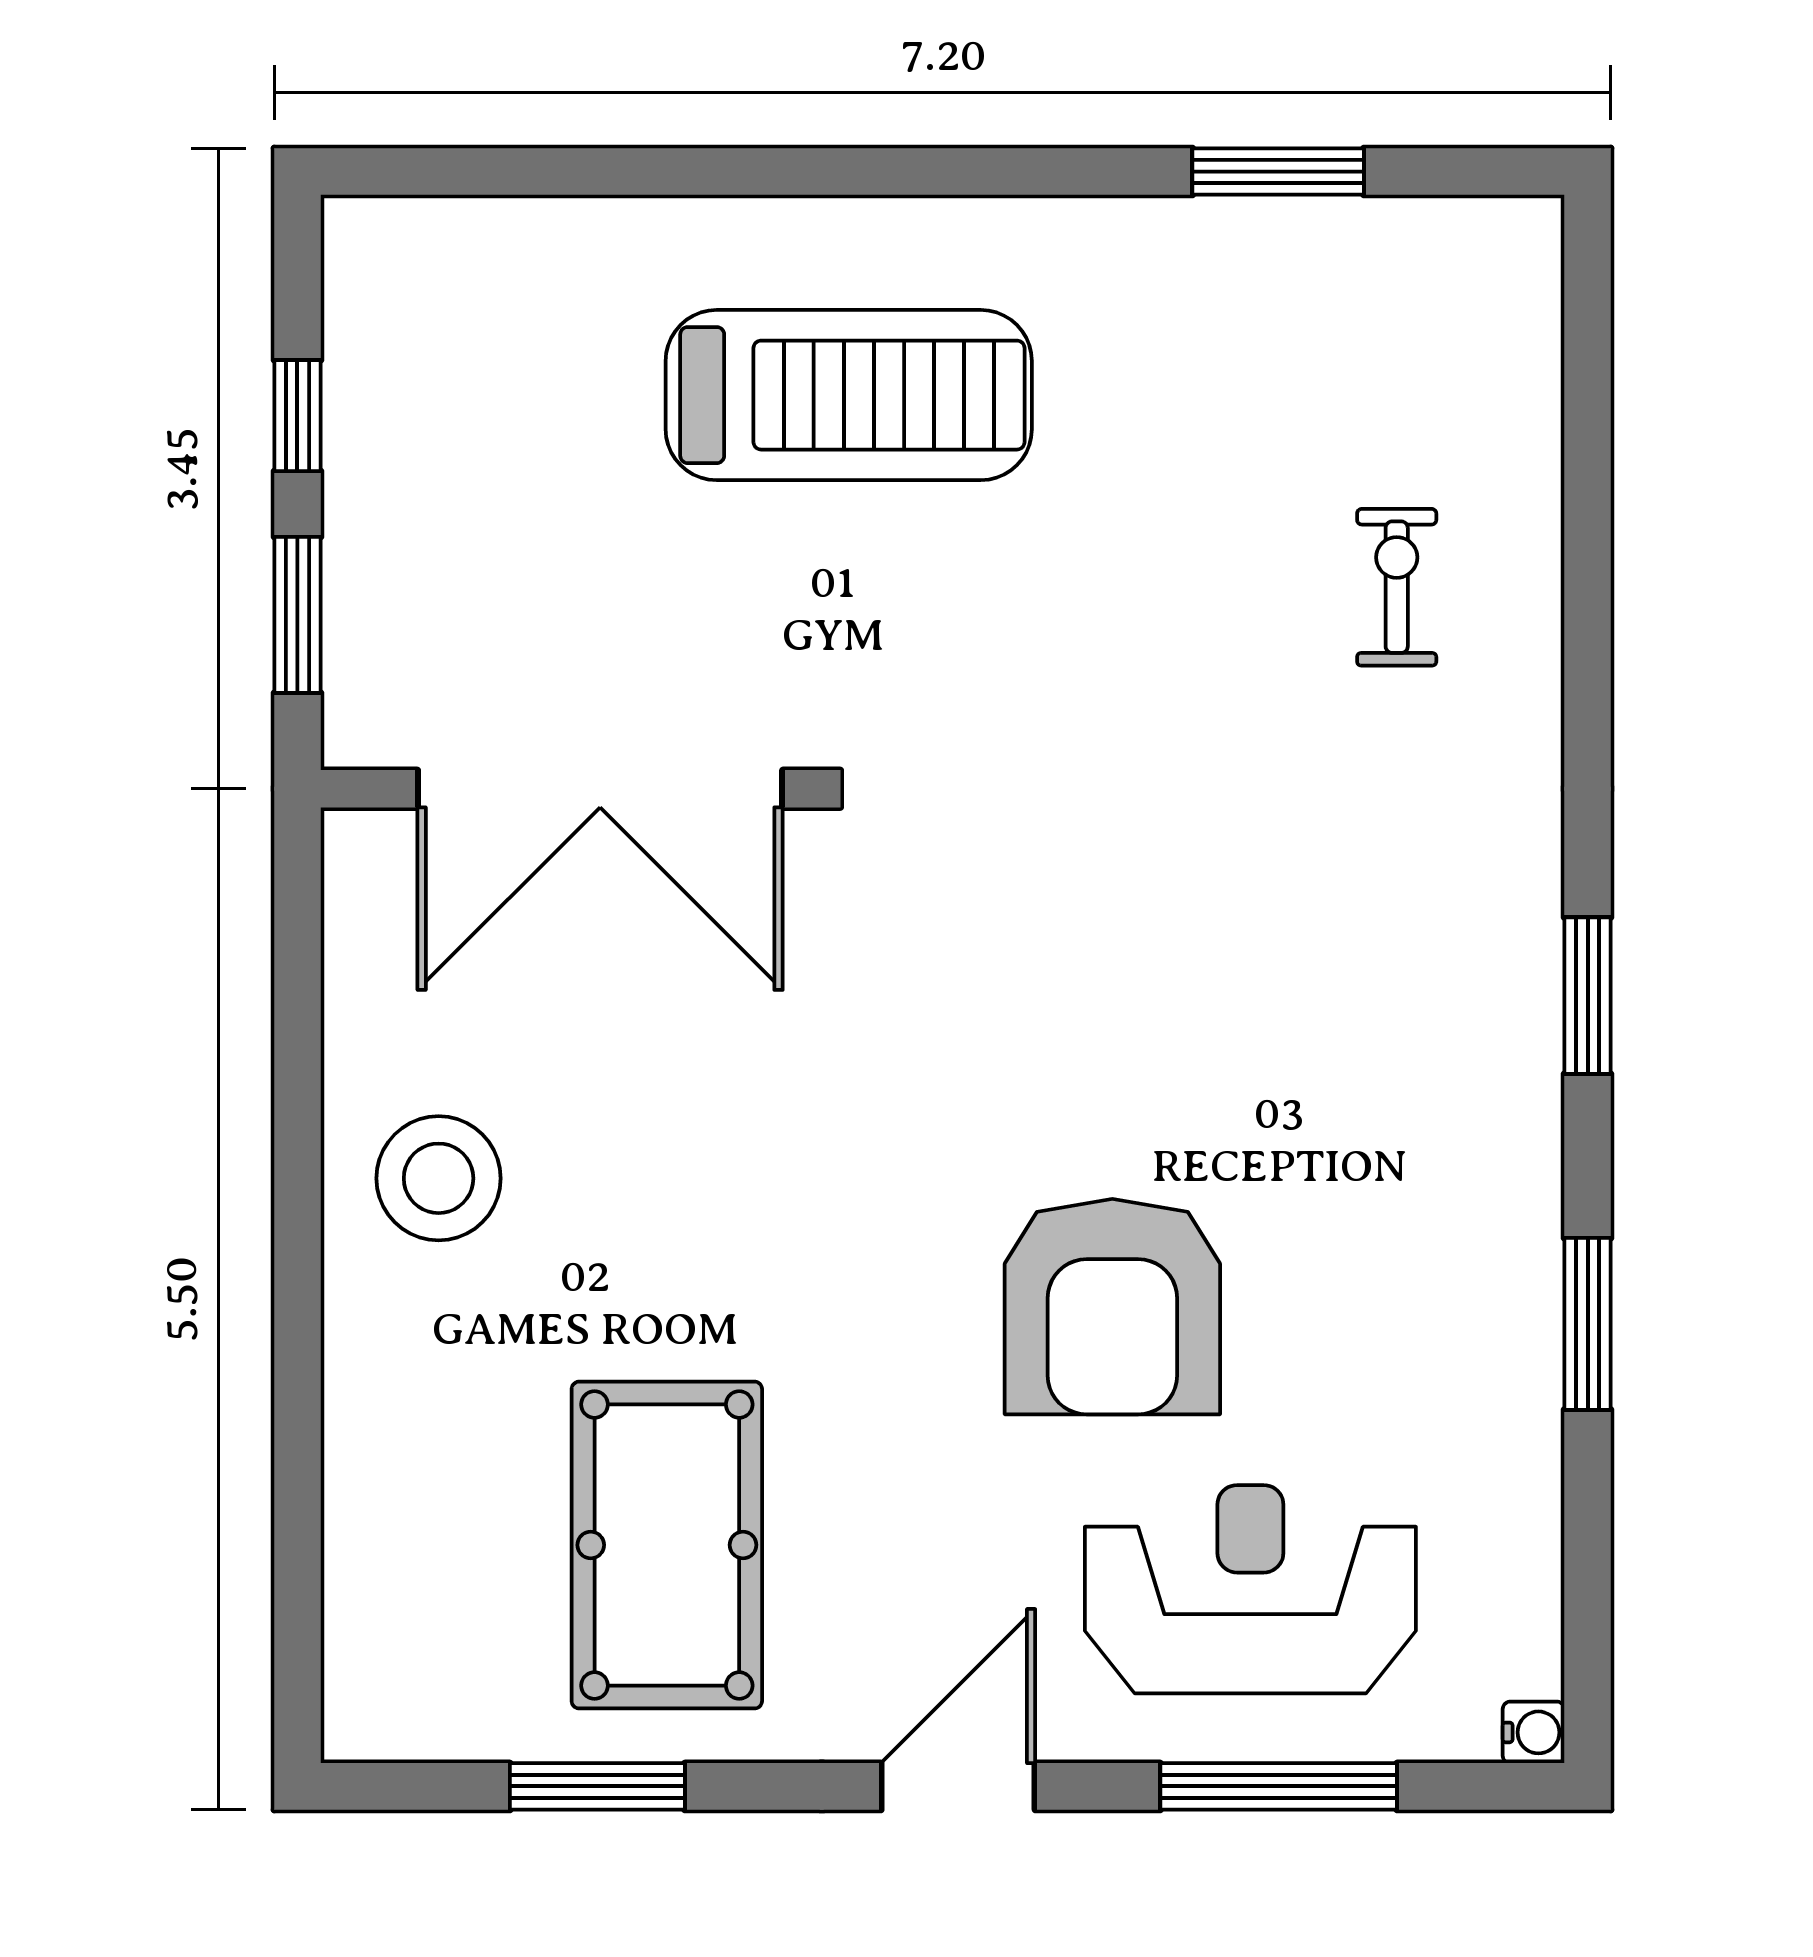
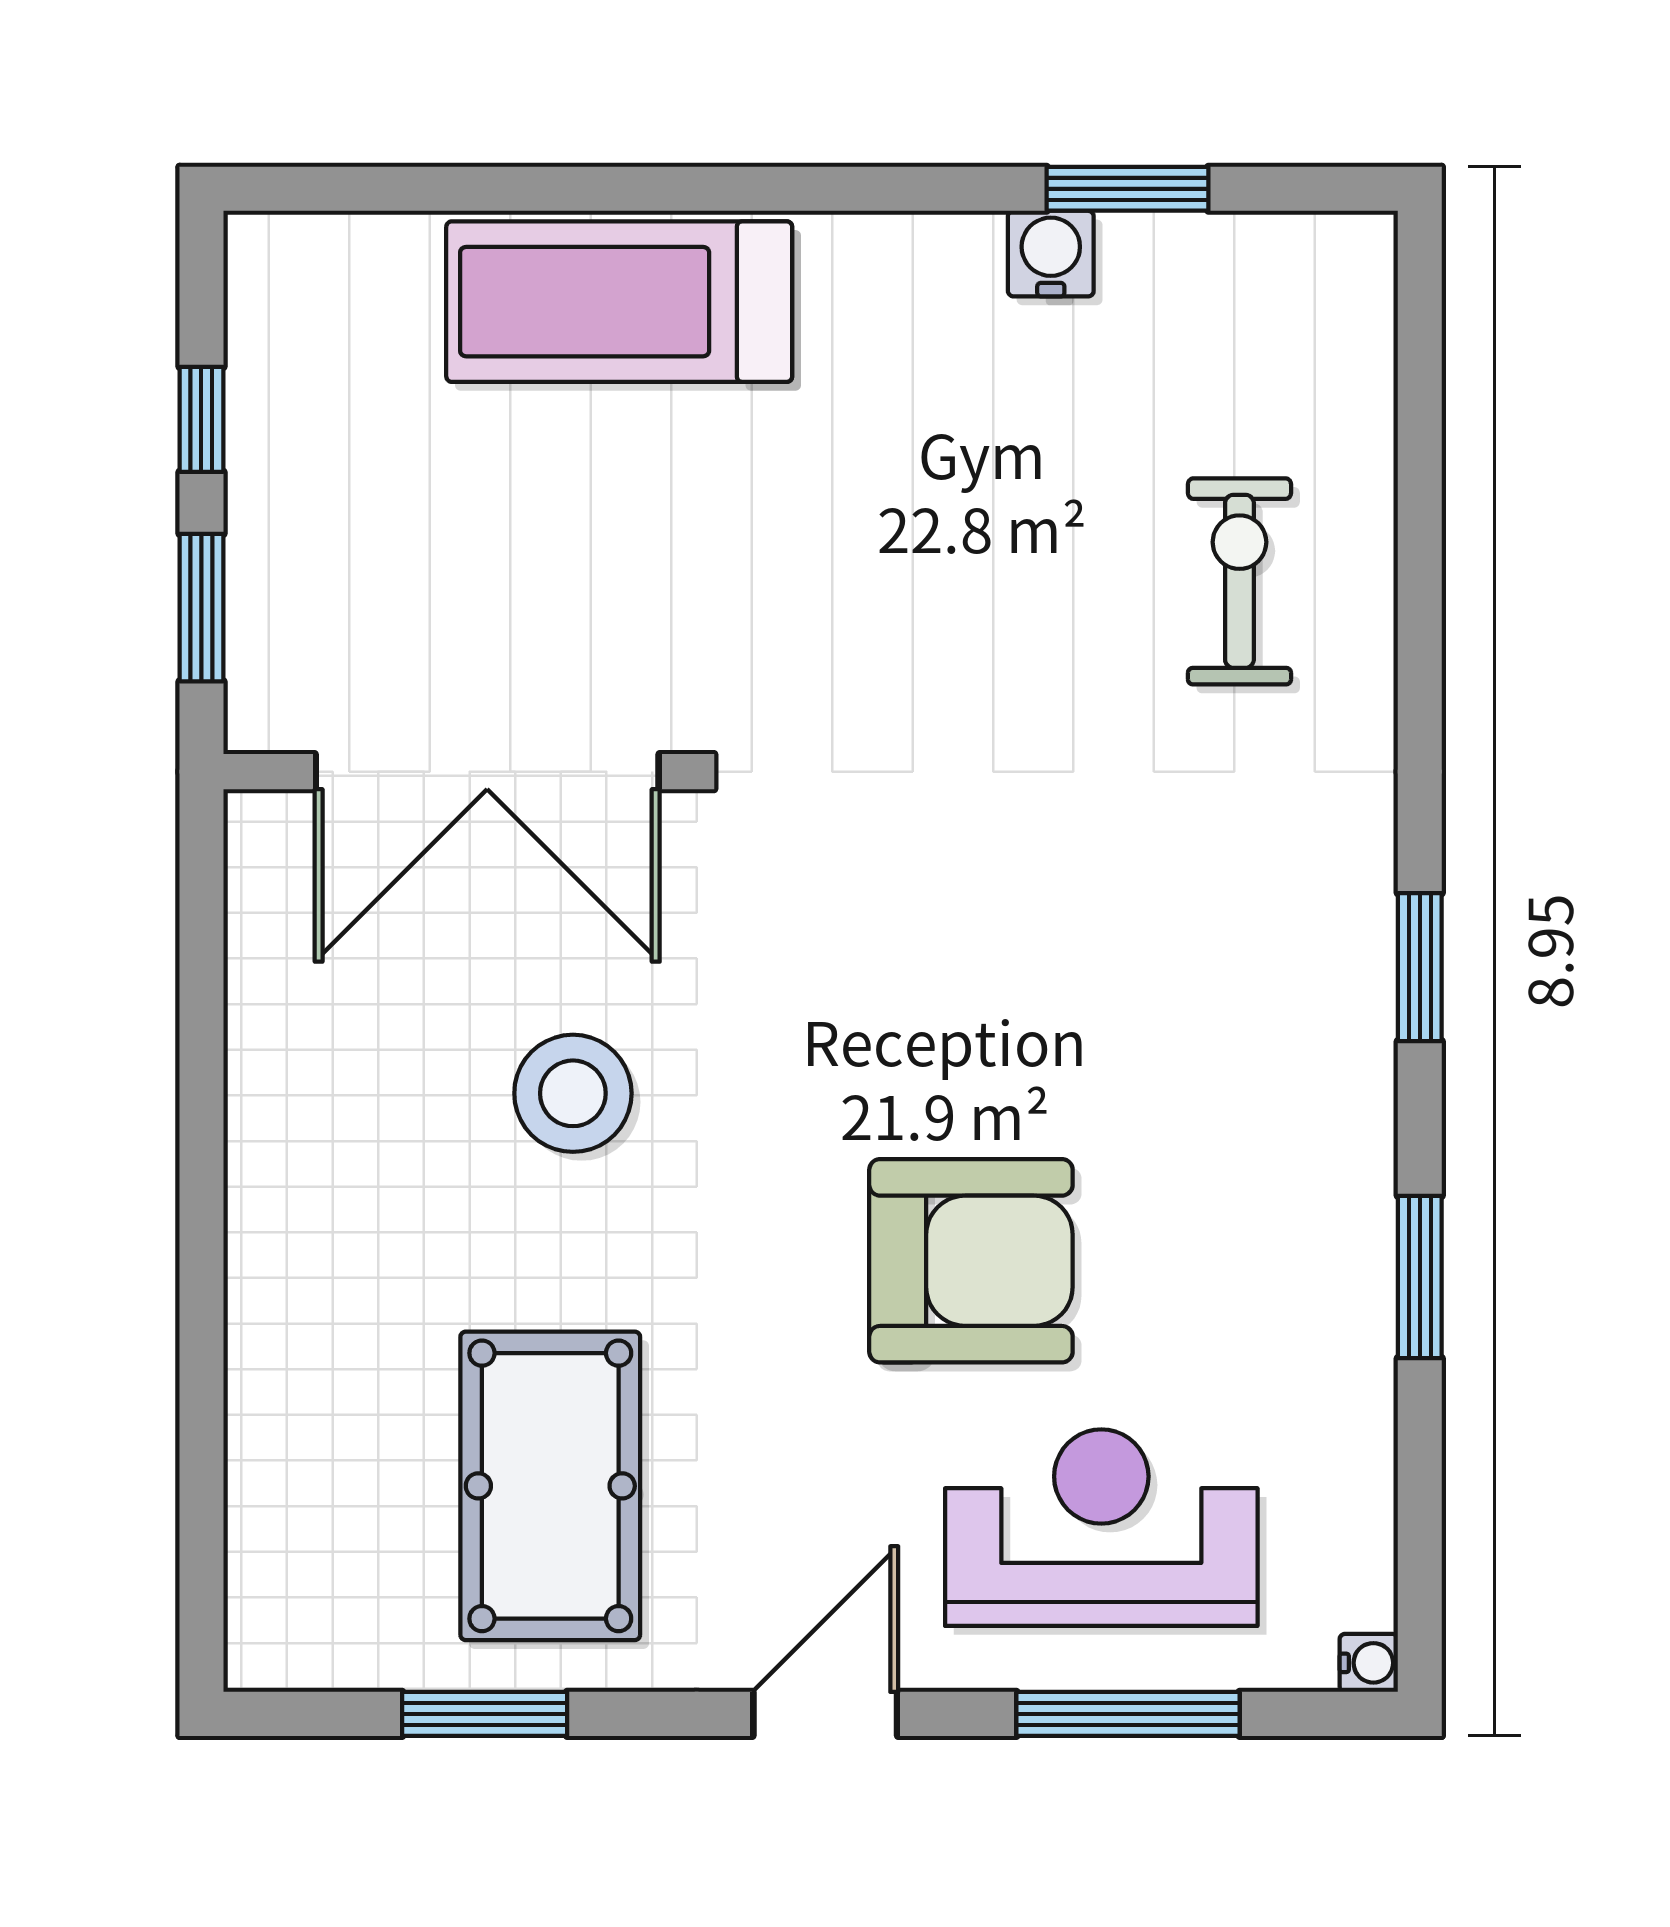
water cooler: (1197, 240) -> (1051, 254), added
treadmill: (849, 395) -> (619, 302), moved, turned 180
exercise bike: (1397, 587) -> (1239, 581), width x1.38, depth x1.39
stool: (439, 1178) -> (573, 1093), moved
armchair: (1112, 1307) -> (971, 1261), turned -90

